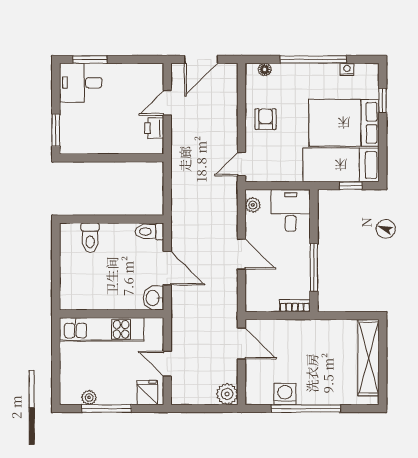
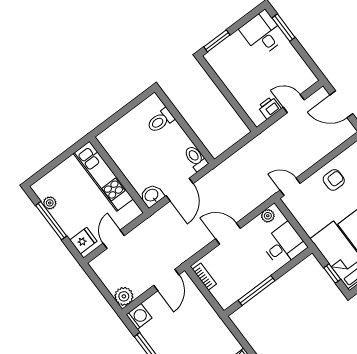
door: (242, 254) -> (228, 234), swing flipped
bookcase: (295, 306) -> (204, 277), moved
washing machine: (285, 394) -> (139, 316), moved

